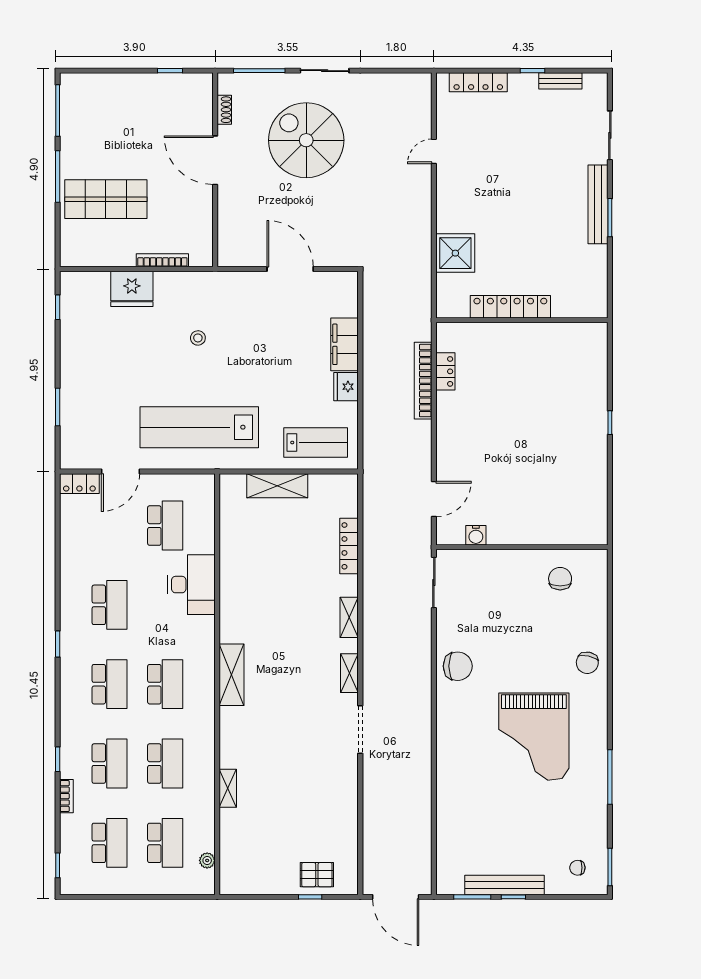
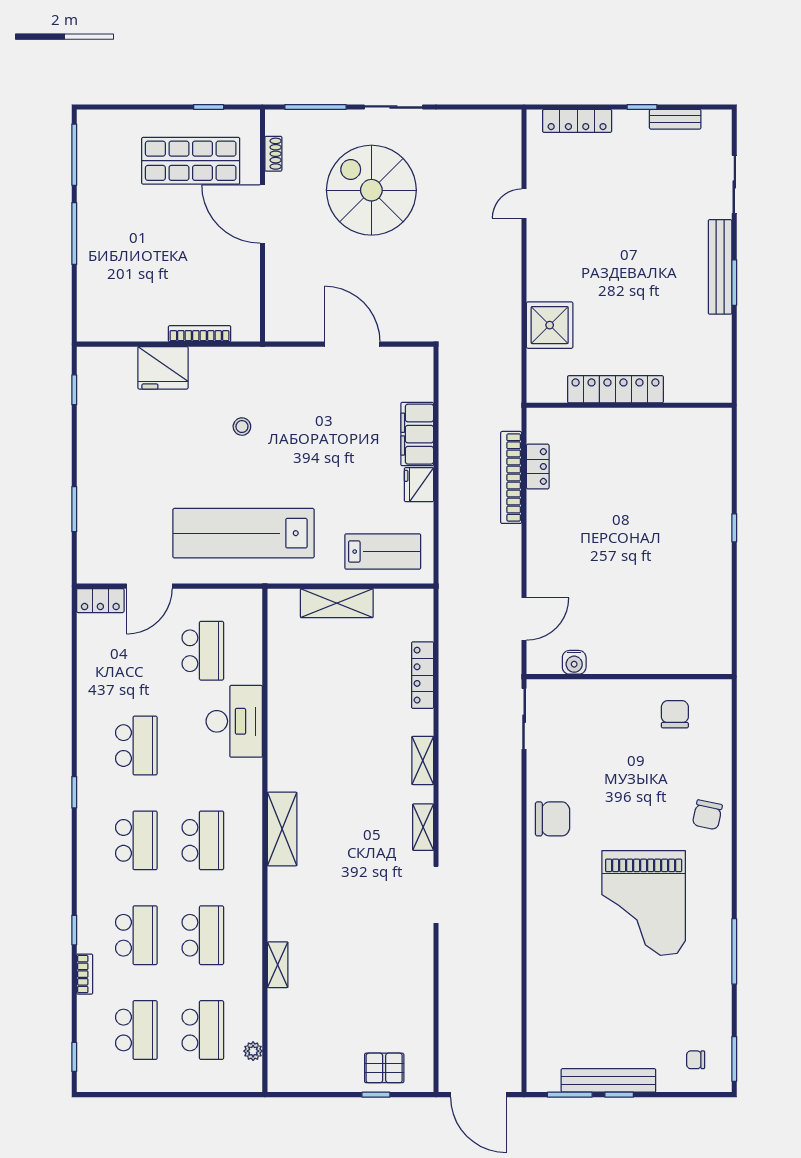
shop shelf: (106, 199) -> (191, 161), moved

